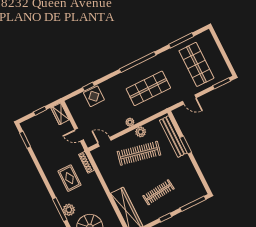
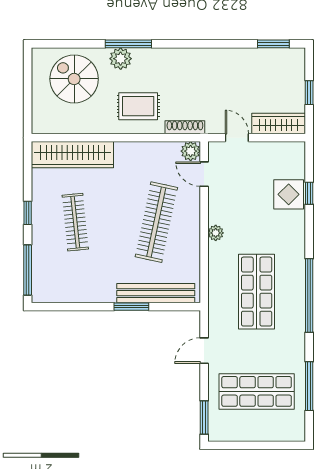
wardrobe: (60, 114) -> (279, 124), width x1.50
plant: (141, 132) -> (191, 151), moved
door: (79, 135) -> (237, 138), hinge flipped
door: (104, 142) -> (204, 174), swing flipped
rug: (69, 178) -> (138, 106), moved

